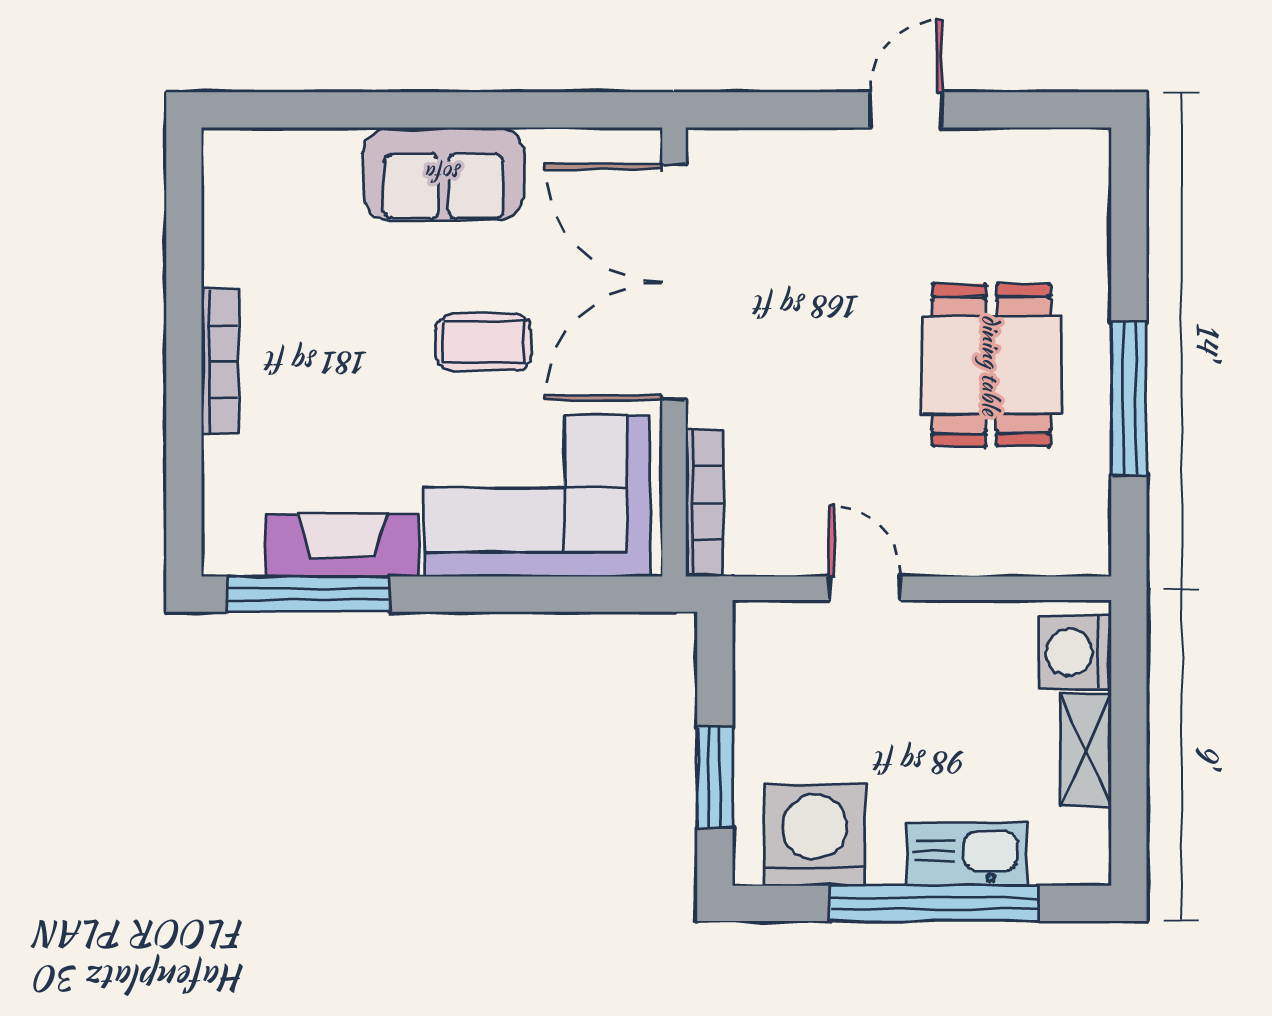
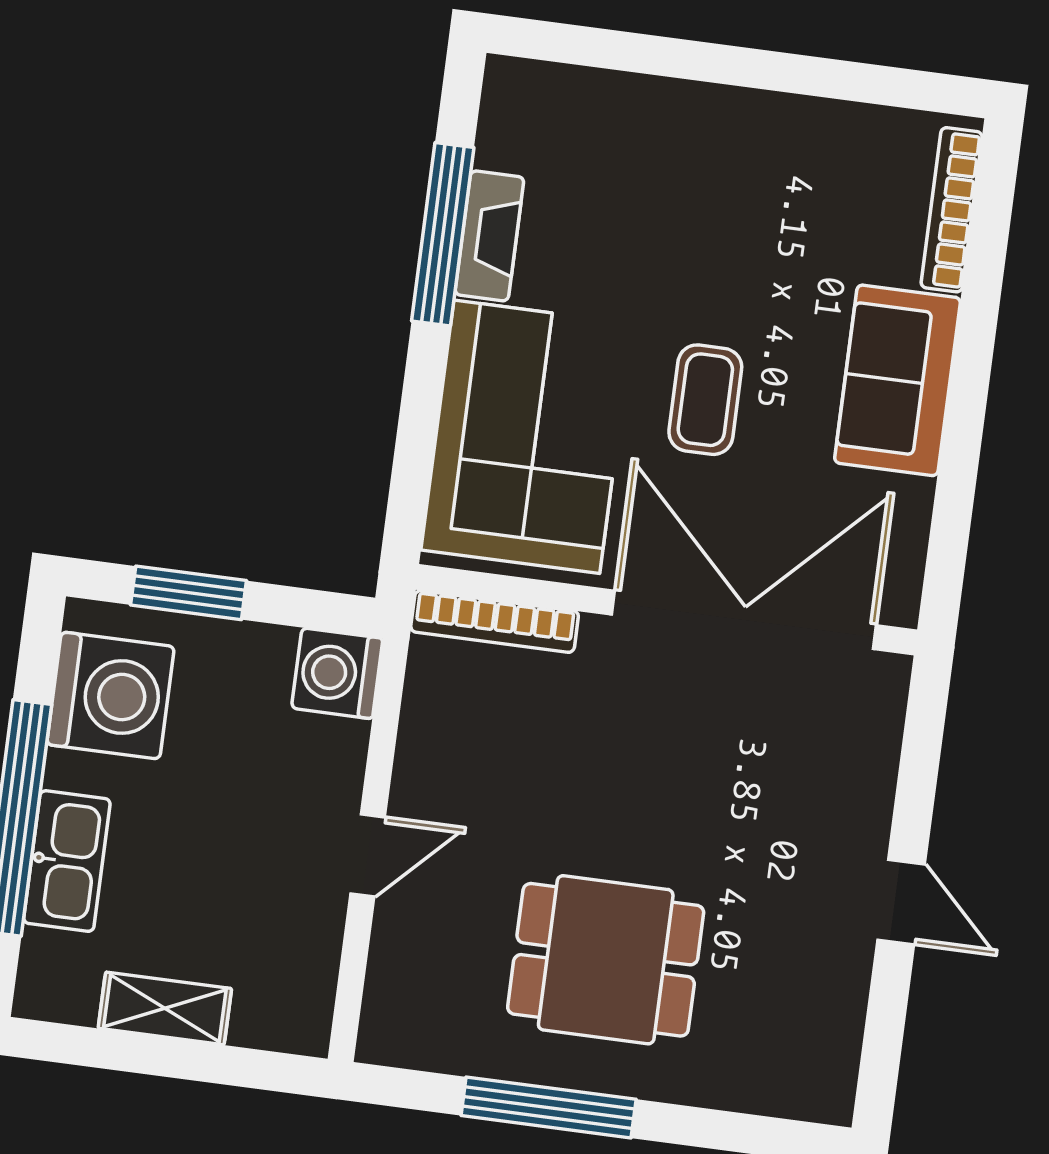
bookcase: (220, 361) -> (952, 210), moved, turned 90
fireplace: (343, 545) -> (489, 236), width x0.73, depth x0.76
door: (865, 588) -> (368, 855), moved
window: (308, 594) -> (443, 234), moved
washing machine: (1075, 652) -> (337, 673), moved, turned -90

